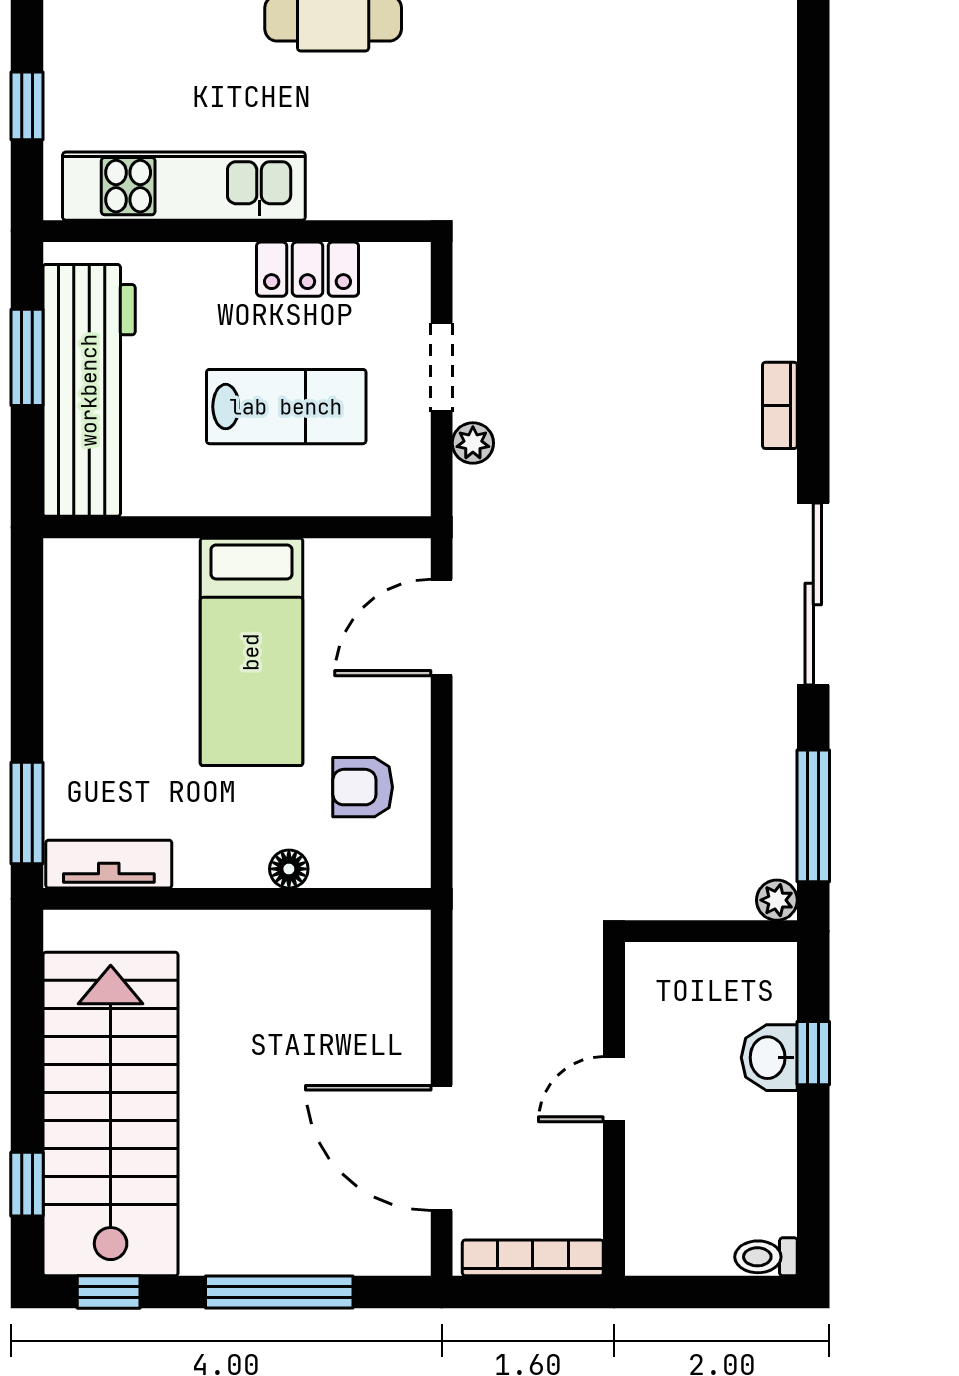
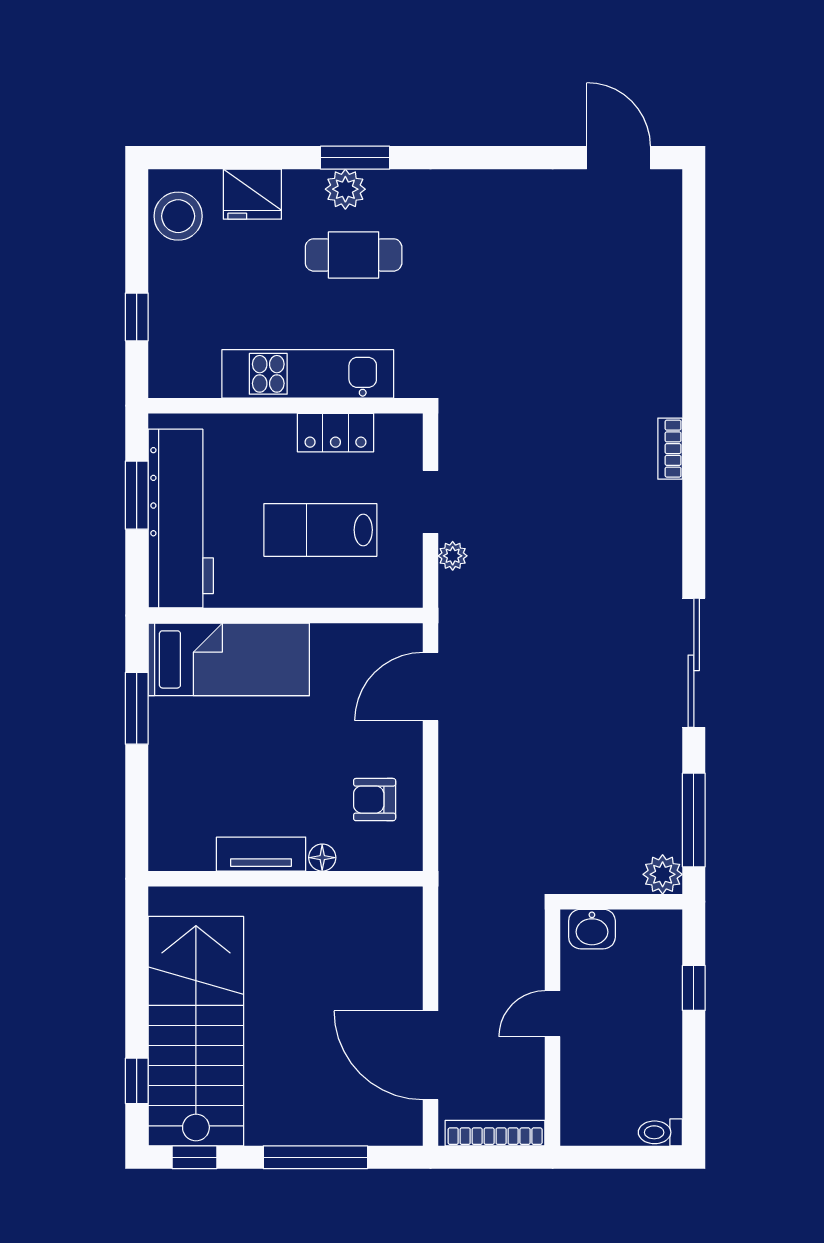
kitchen unit: (184, 186) -> (308, 374), moved
bookcase: (780, 405) -> (670, 449), moved
lab bench: (286, 407) -> (320, 530), turned 180
bed: (251, 652) -> (229, 659), moved, turned -90
window: (27, 813) -> (137, 708), moved
tv unit: (109, 864) -> (261, 854), moved
plant: (777, 900) -> (663, 874), width x1.38, depth x1.38
washbasin: (769, 1058) -> (592, 929), moved, turned -90

